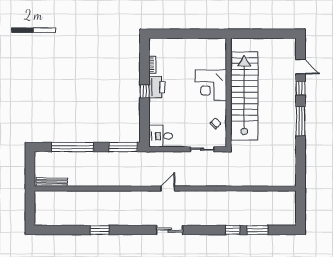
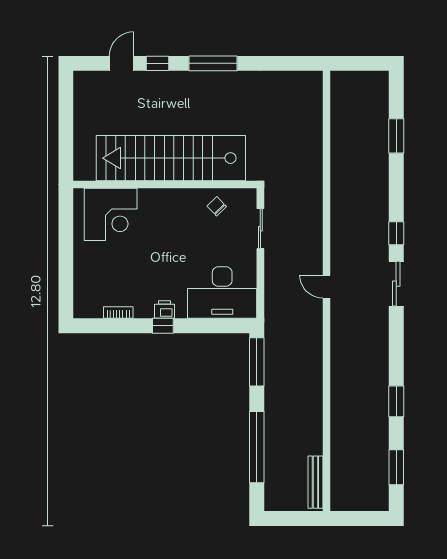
corner desk: (211, 85) -> (111, 214), moved
printer: (157, 87) -> (164, 310), width x0.53, depth x0.68
desk: (161, 136) -> (222, 293), width x1.87, depth x1.30
window: (61, 230) -> (396, 467), added
window: (233, 230) -> (396, 233), moved

